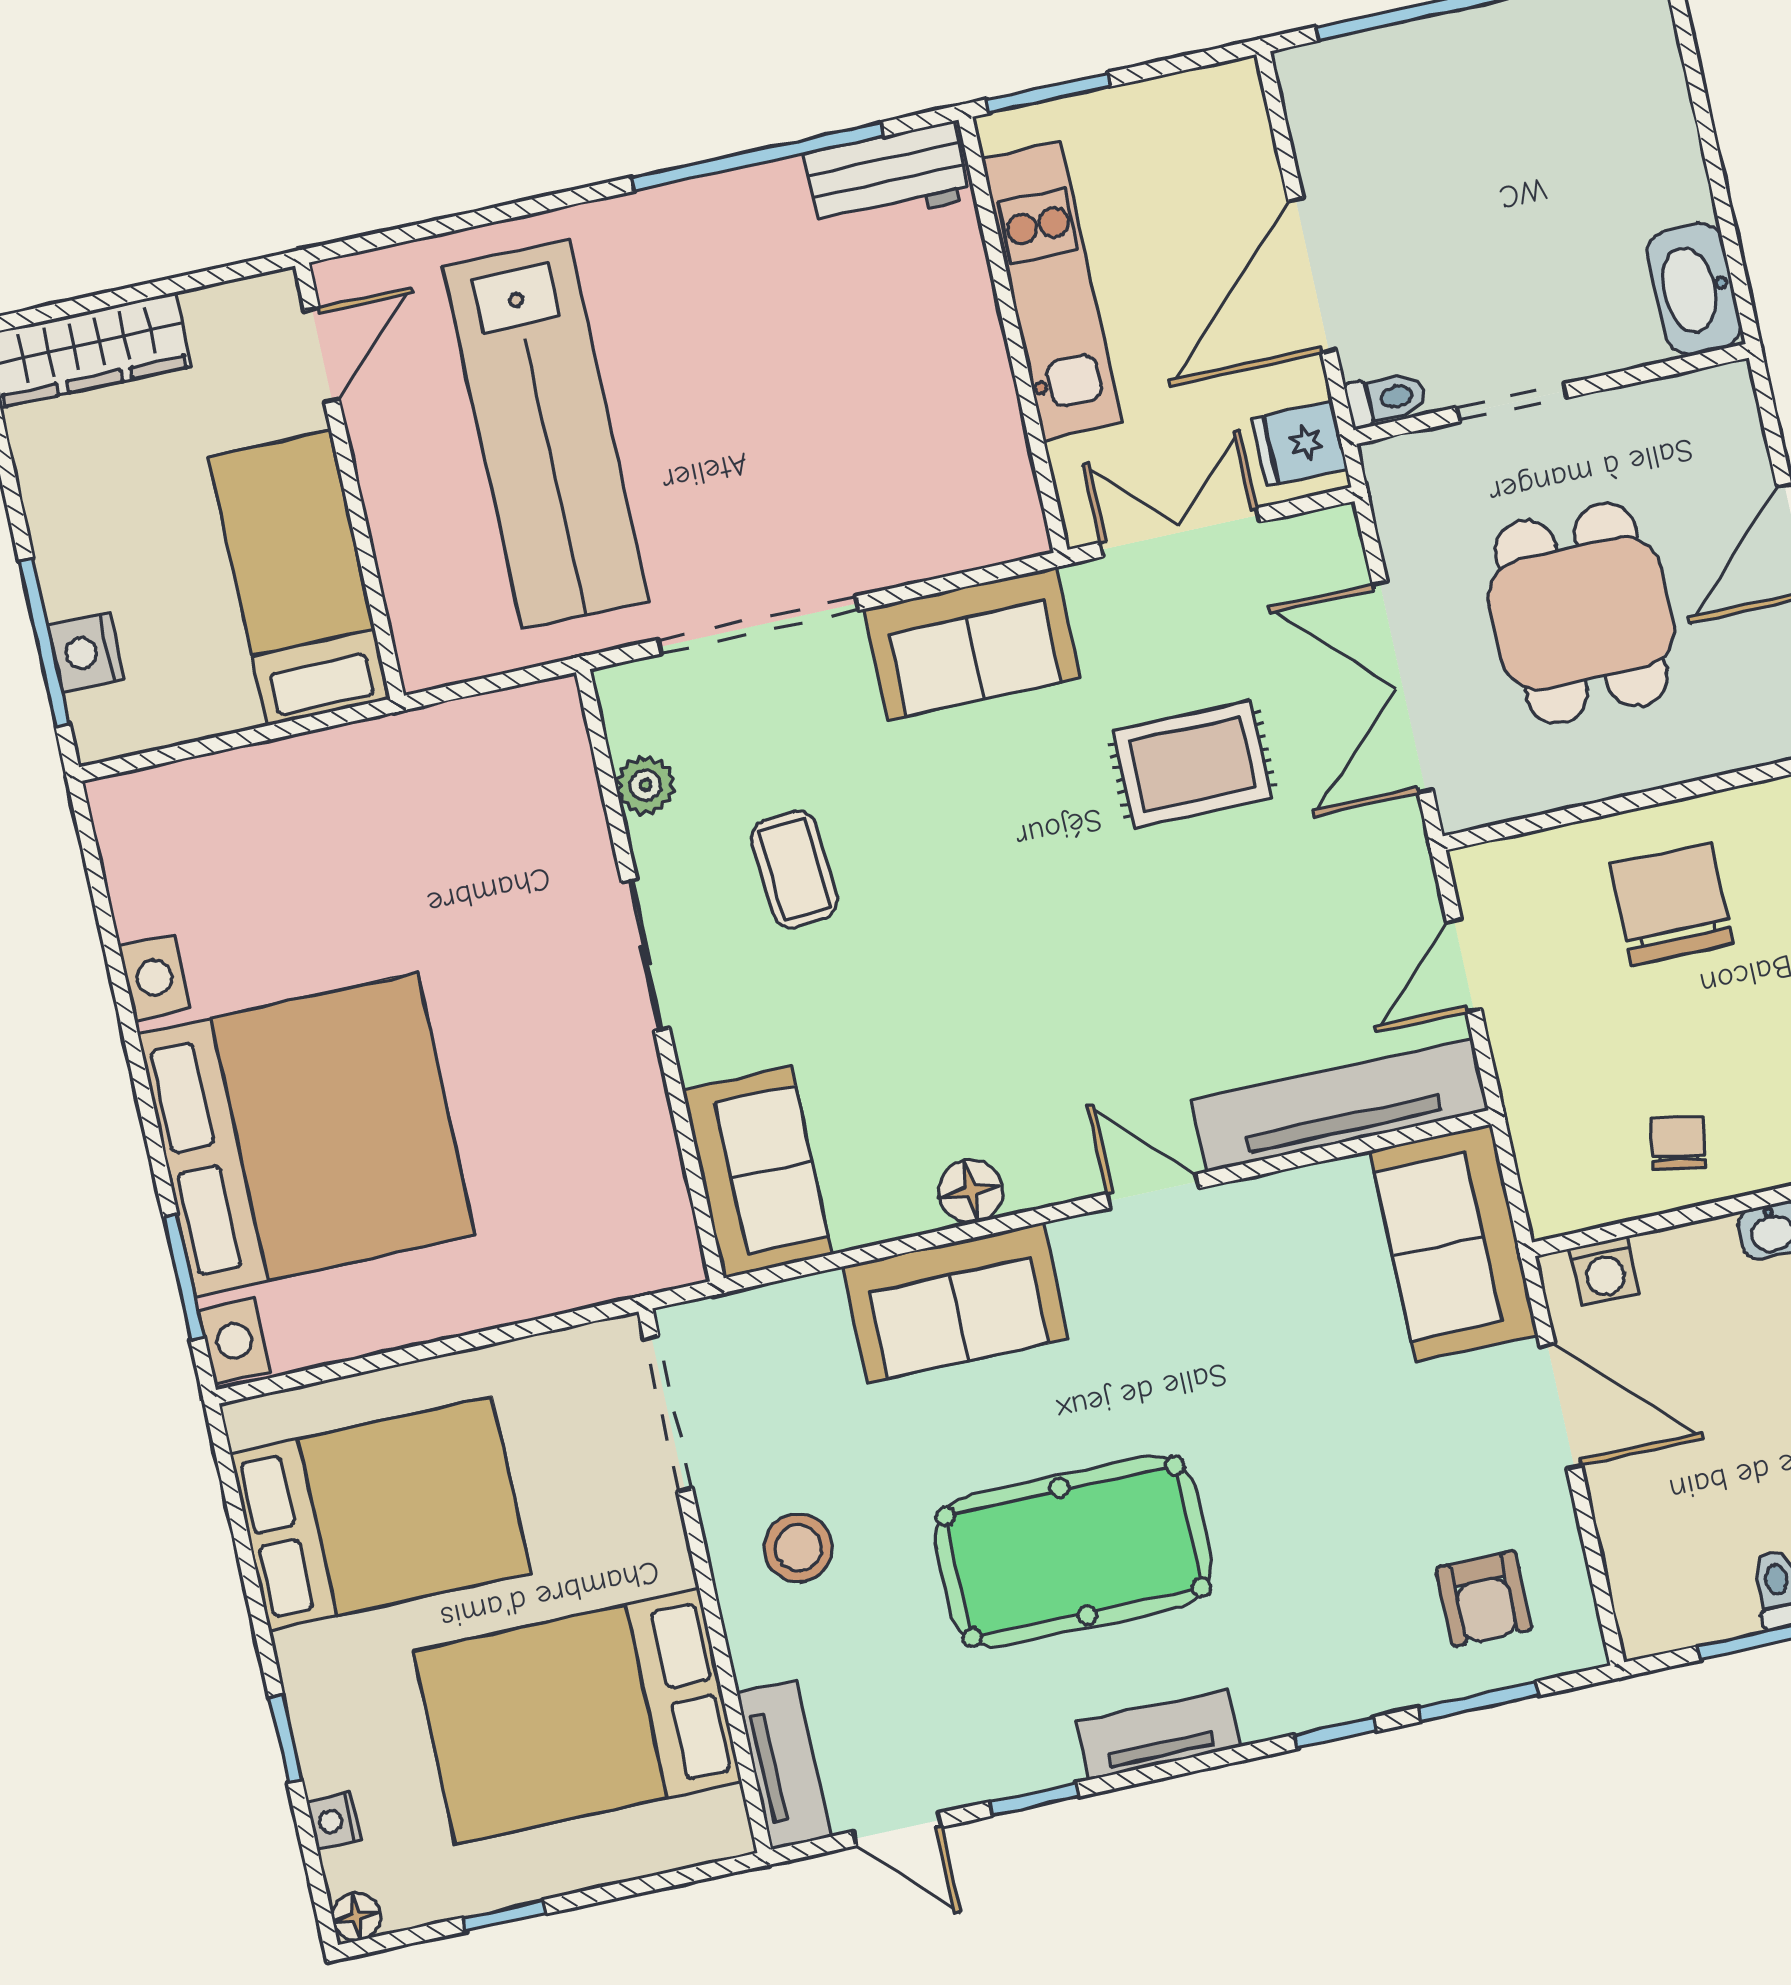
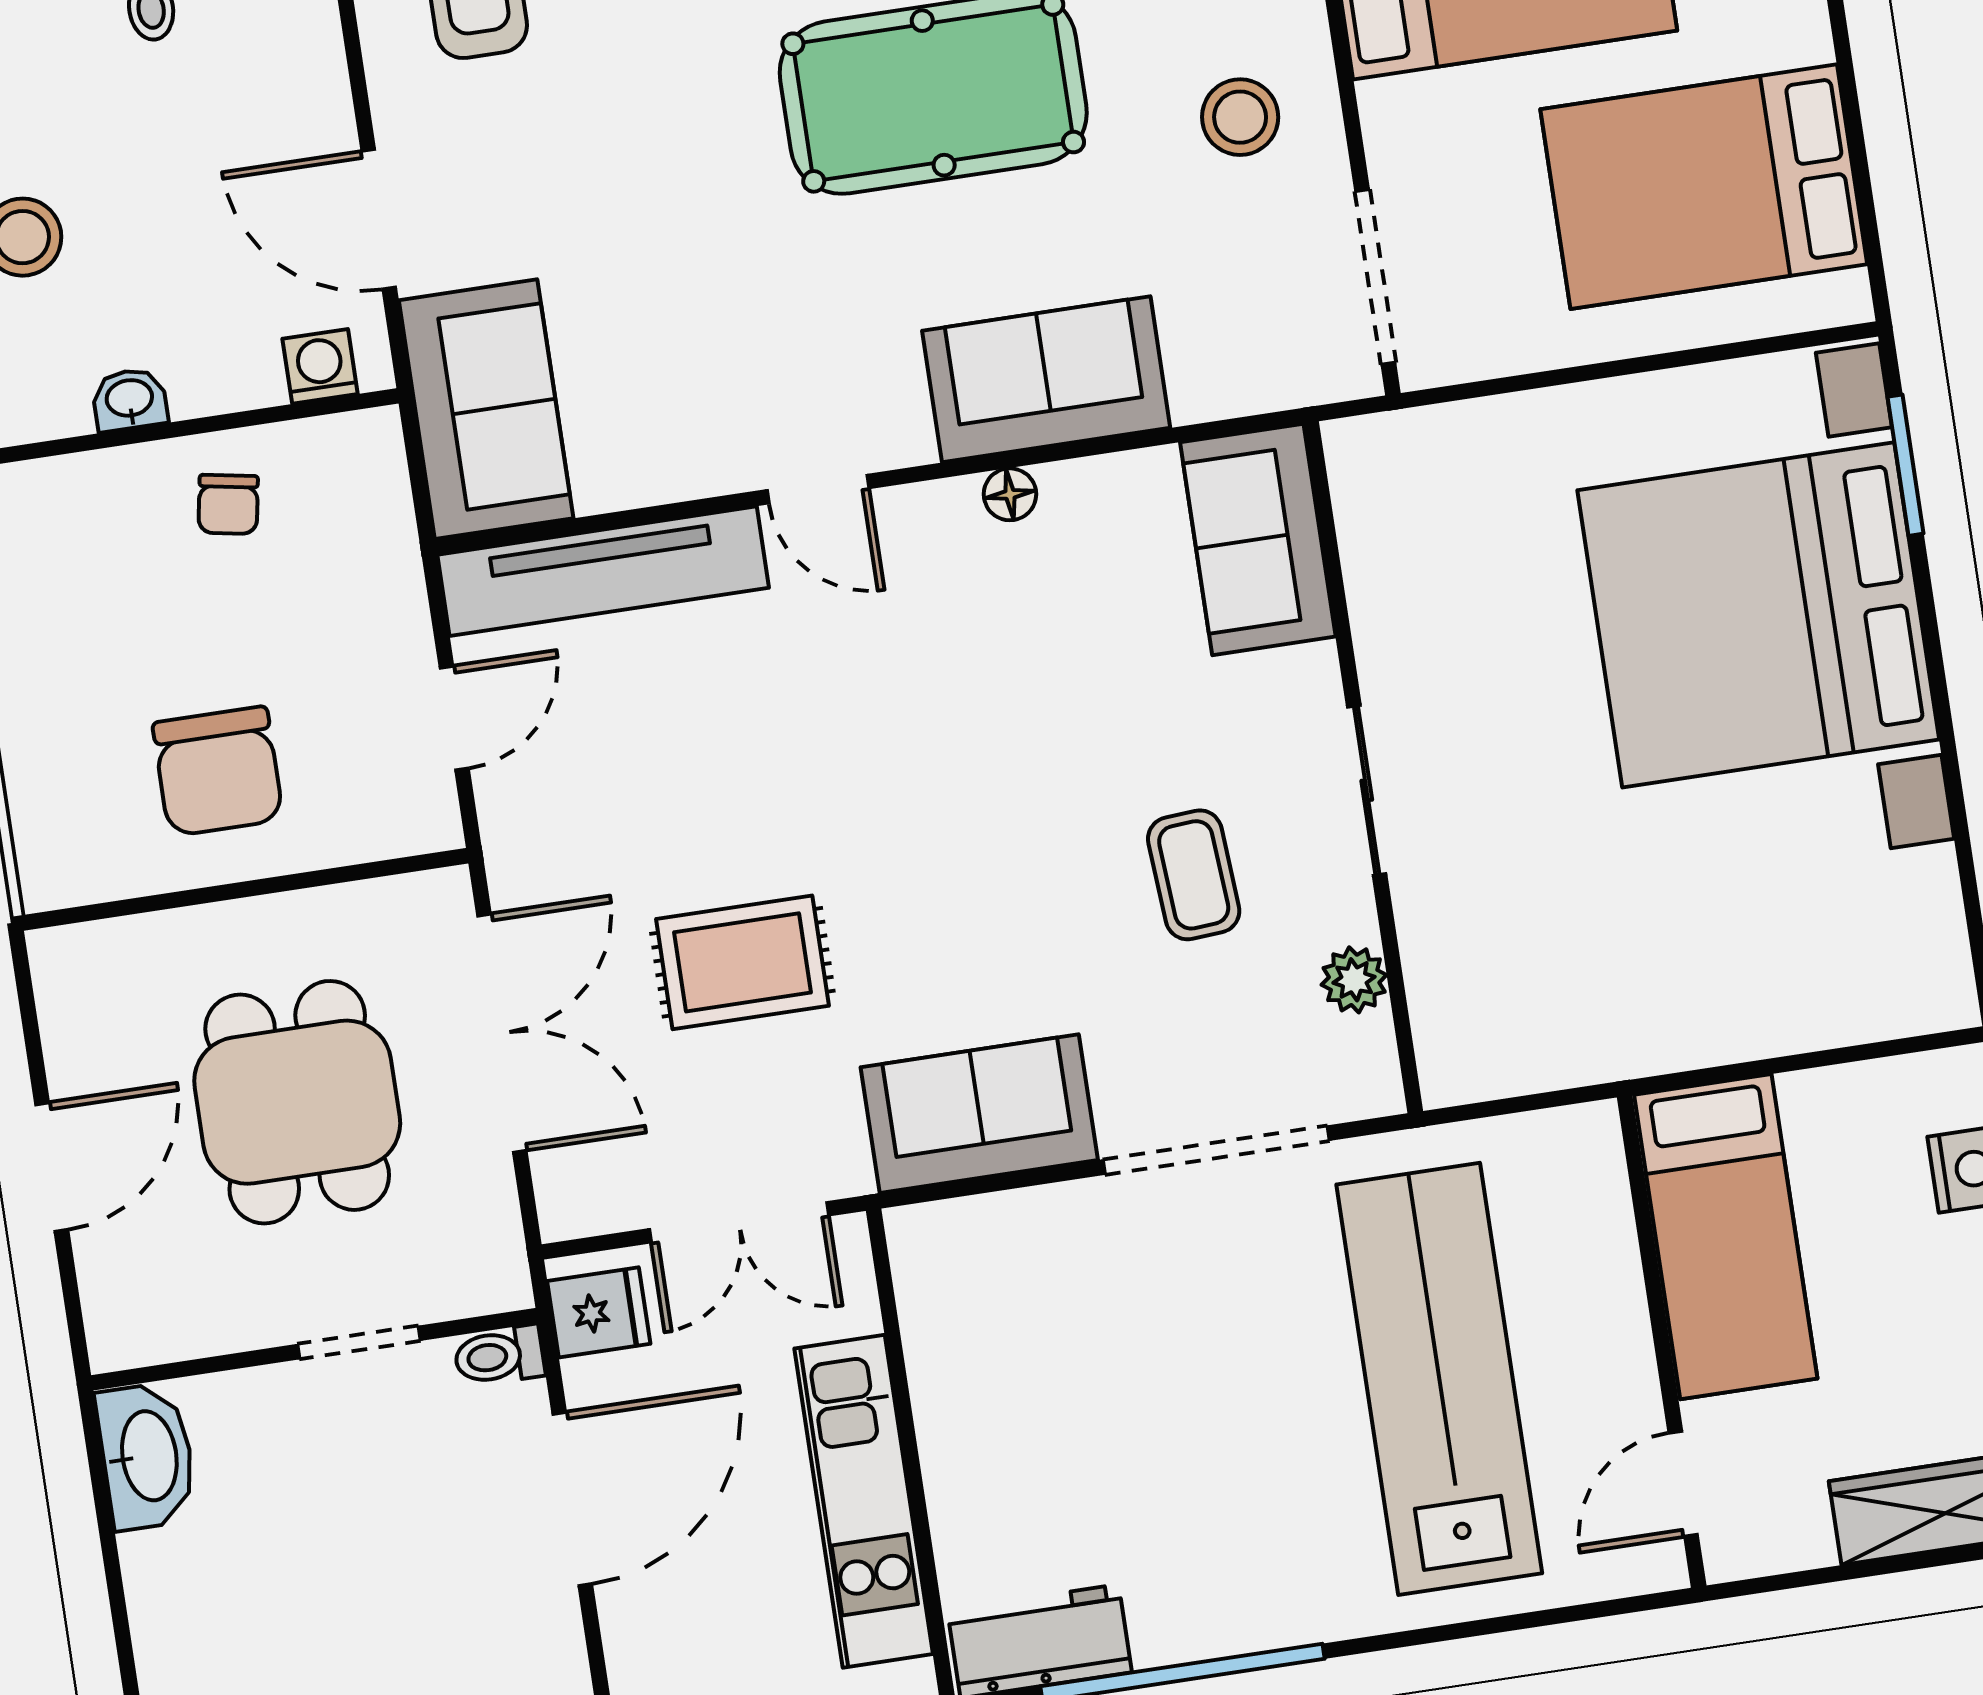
floor lamp: (971, 1191) -> (1010, 494), width x0.73, depth x0.73

